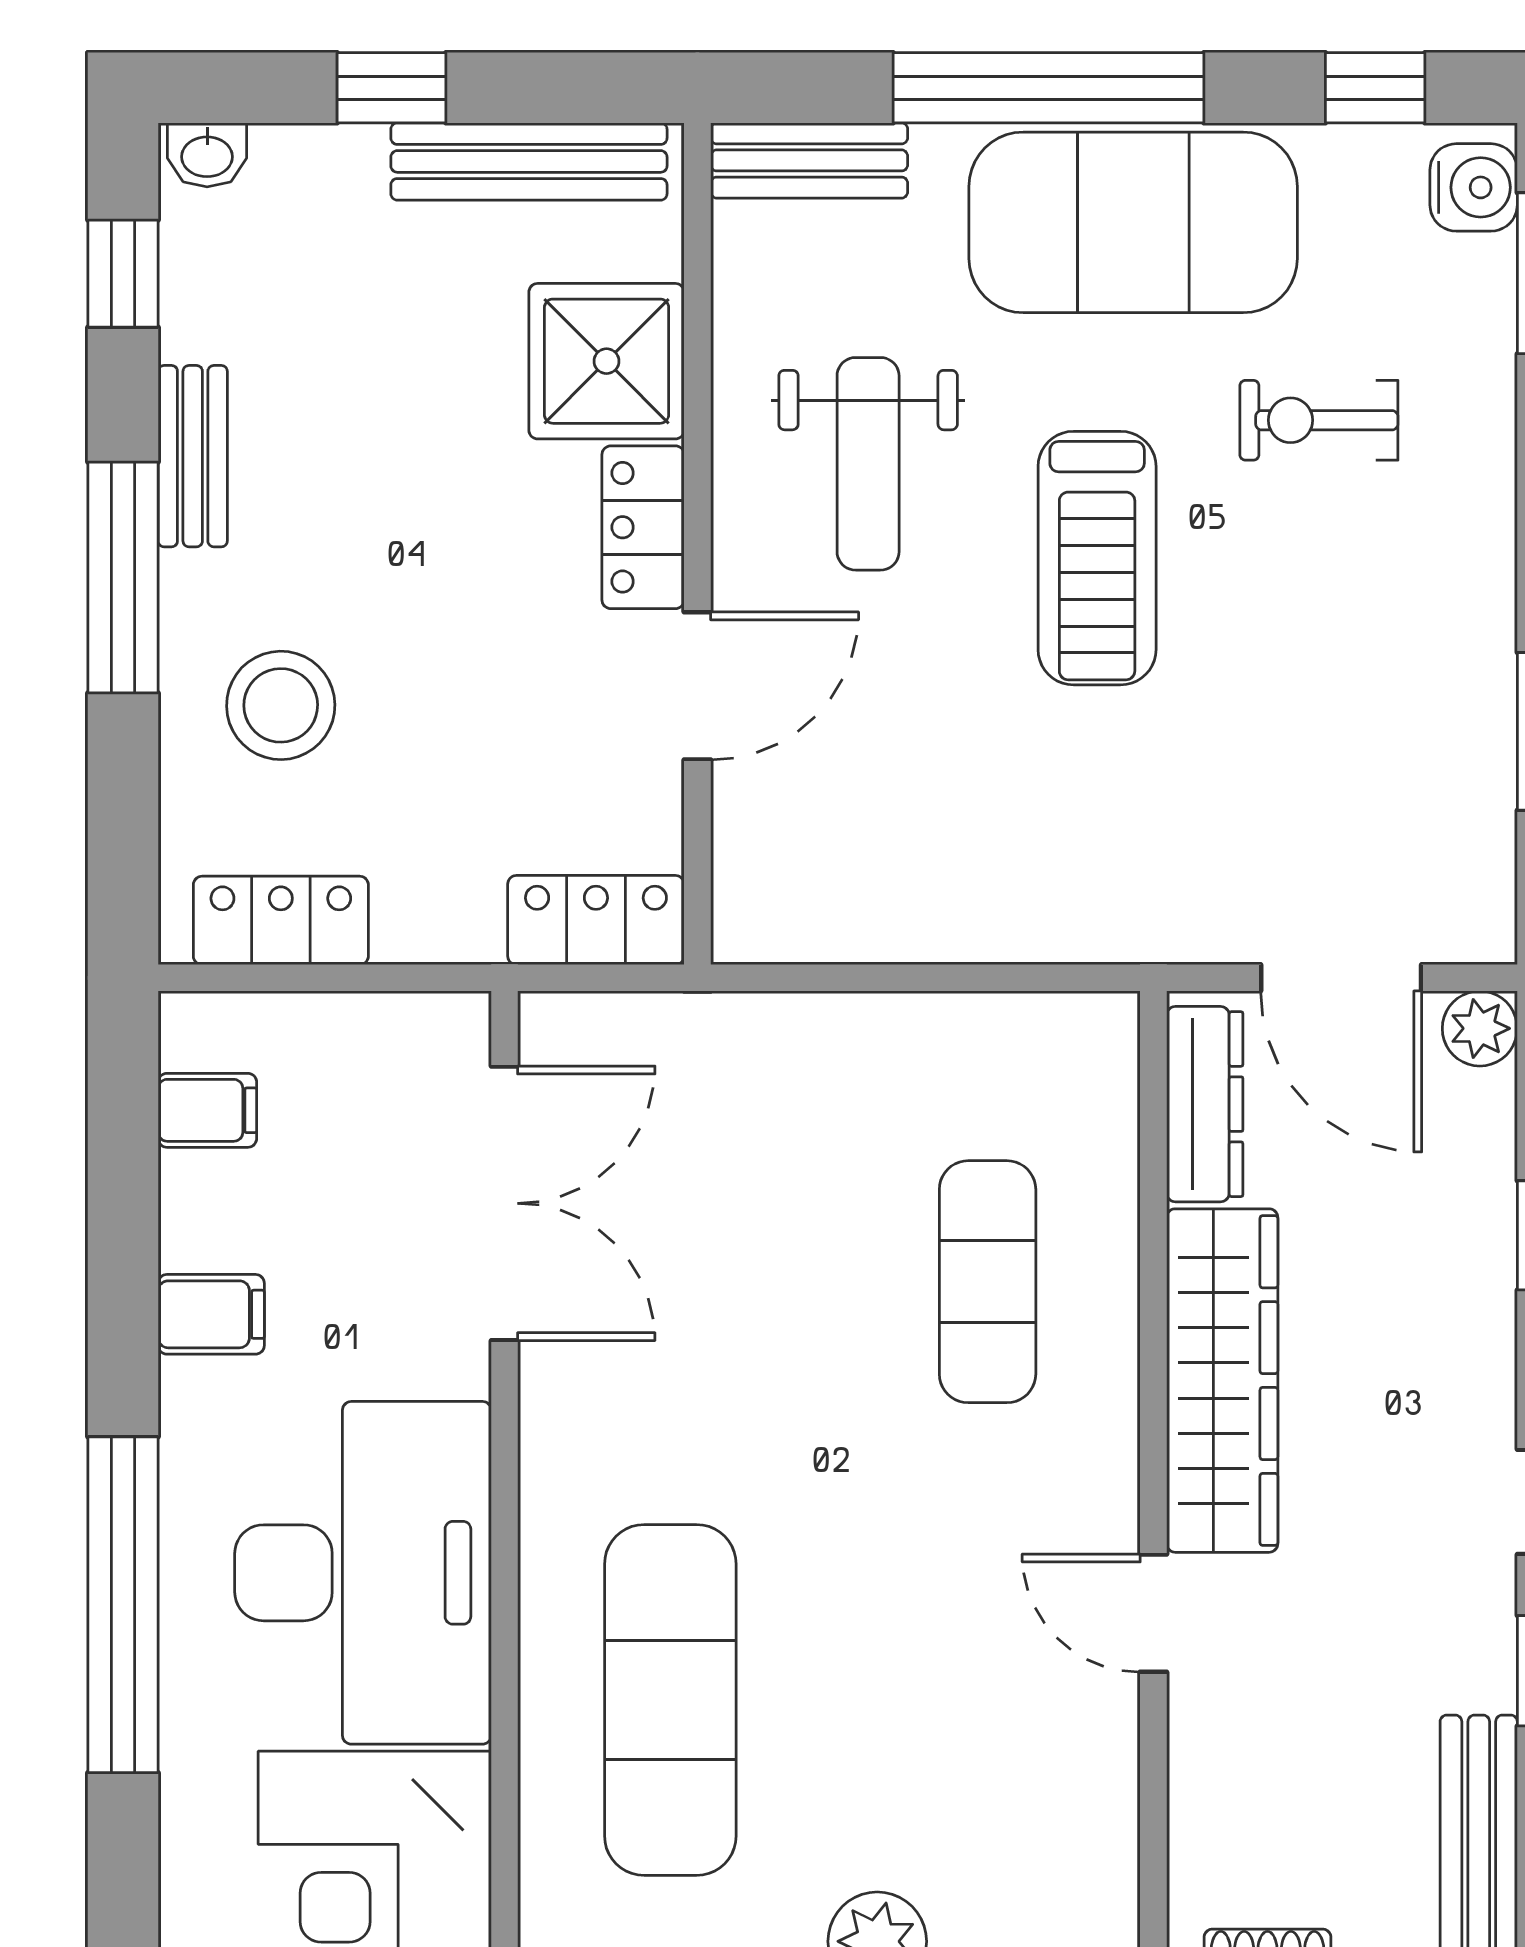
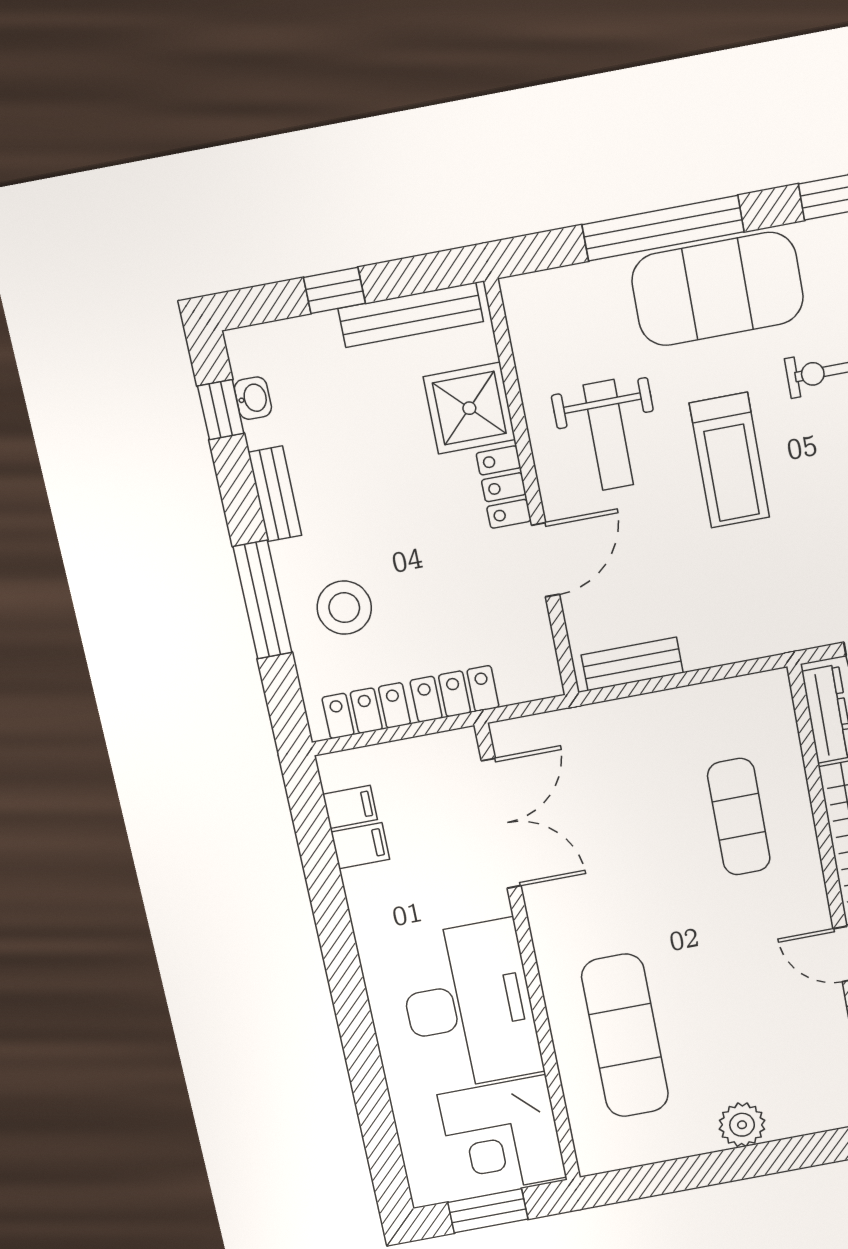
washbasin: (207, 155) -> (253, 398), moved, turned -90
bench: (809, 160) -> (632, 664), moved
window: (123, 577) -> (262, 600), moved
locker: (596, 920) -> (455, 694), moved
filing cabinet: (211, 1314) -> (360, 846), moved
window: (123, 1605) -> (359, 1041), removed

